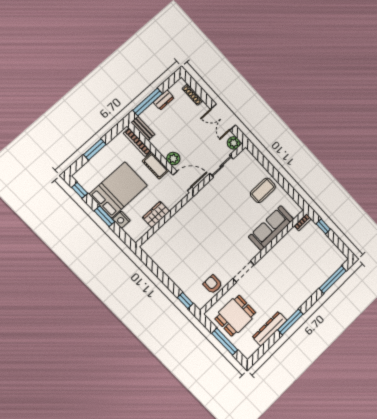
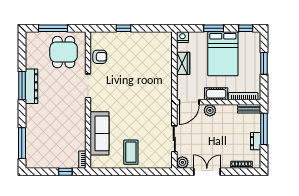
nightstand: (121, 220) -> (182, 37), moved
window: (185, 300) -> (123, 28), moved
dresser: (270, 329) -> (31, 86), moved

